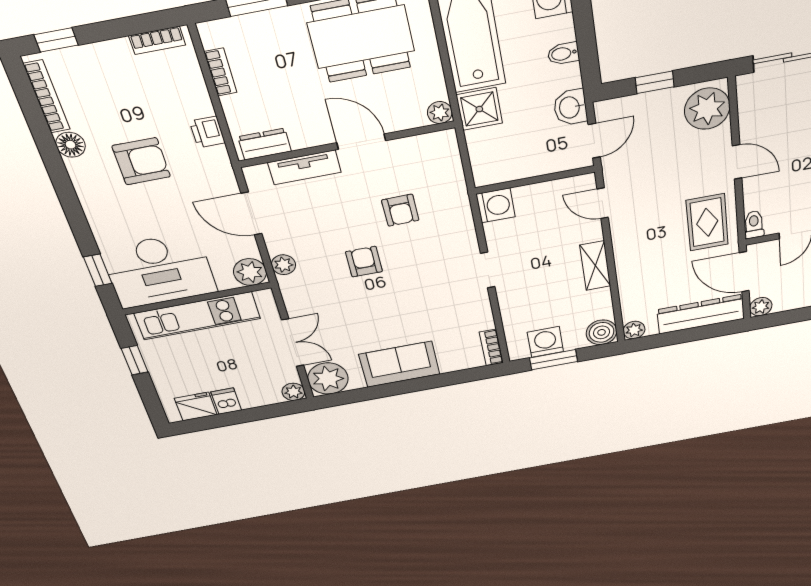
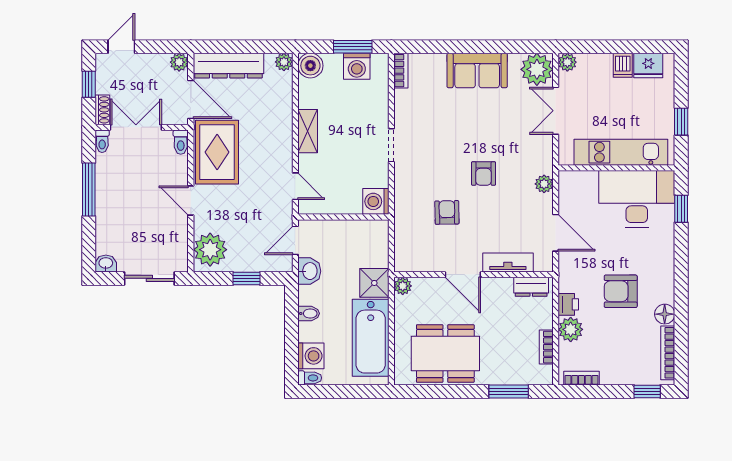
rug: (707, 222) -> (217, 152), width x1.36, depth x1.43
plant: (250, 272) -> (571, 329), moved

